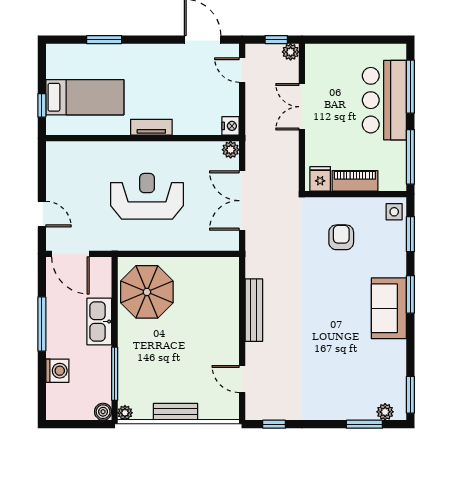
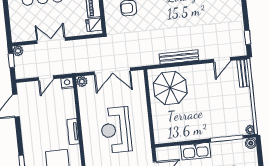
door: (242, 70) -> (46, 78), moved
double door: (302, 107) -> (51, 40), swing flipped
parasol: (147, 292) -> (170, 88), moved
bench: (176, 412) -> (244, 73), moved

